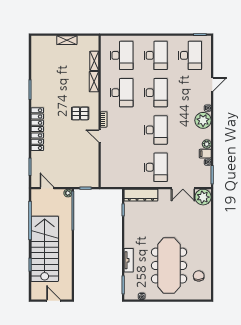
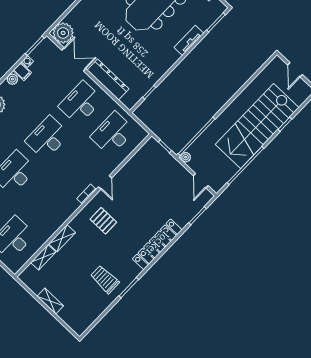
trolley: (48, 81) -> (105, 279), added
desk: (122, 93) -> (113, 134), moved
dresser: (141, 195) -> (108, 79), moved

